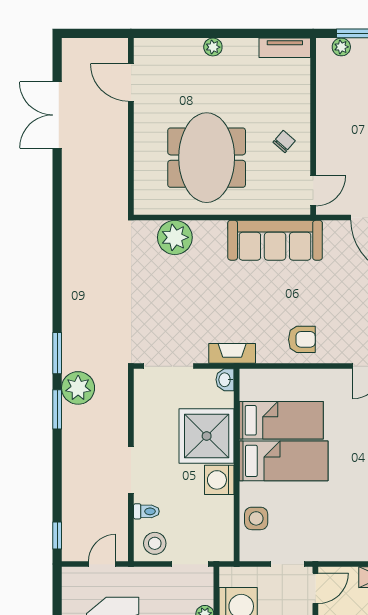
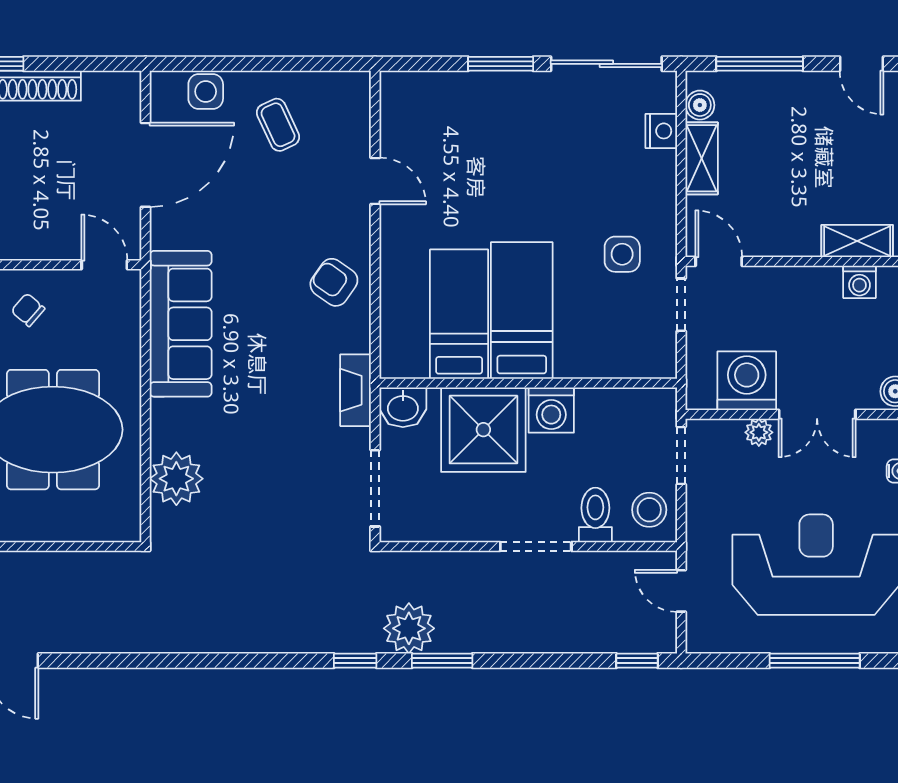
armchair: (302, 339) -> (334, 282), turned -55
window: (57, 353) -> (355, 661), width x0.67
washbasin: (225, 380) -> (403, 407), width x1.38, depth x1.45
toilet: (146, 511) -> (595, 515), width x1.37, depth x1.39
side table: (256, 518) -> (622, 254), moved

